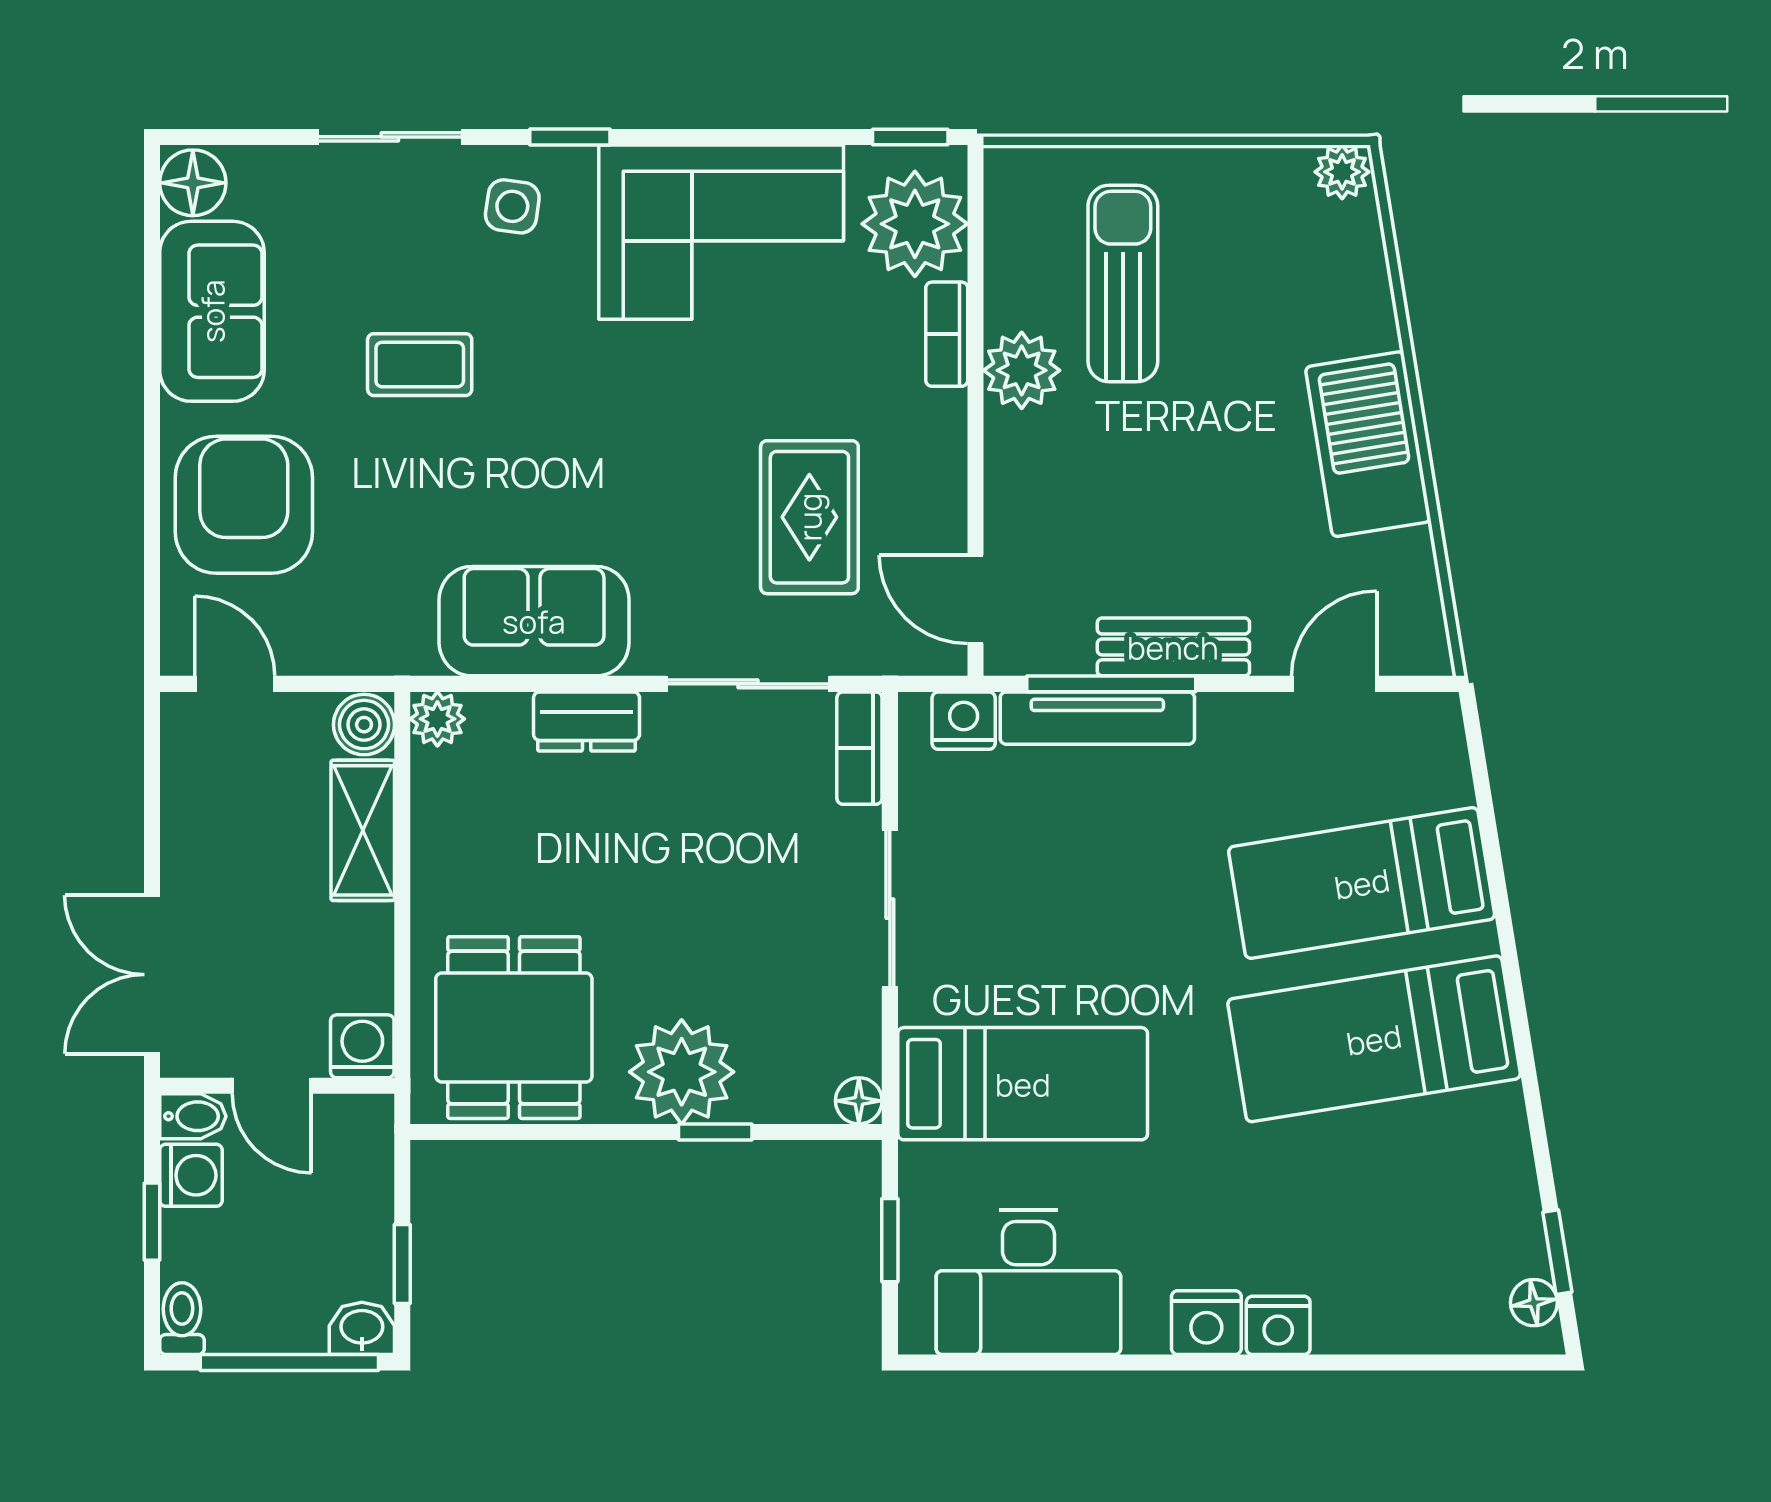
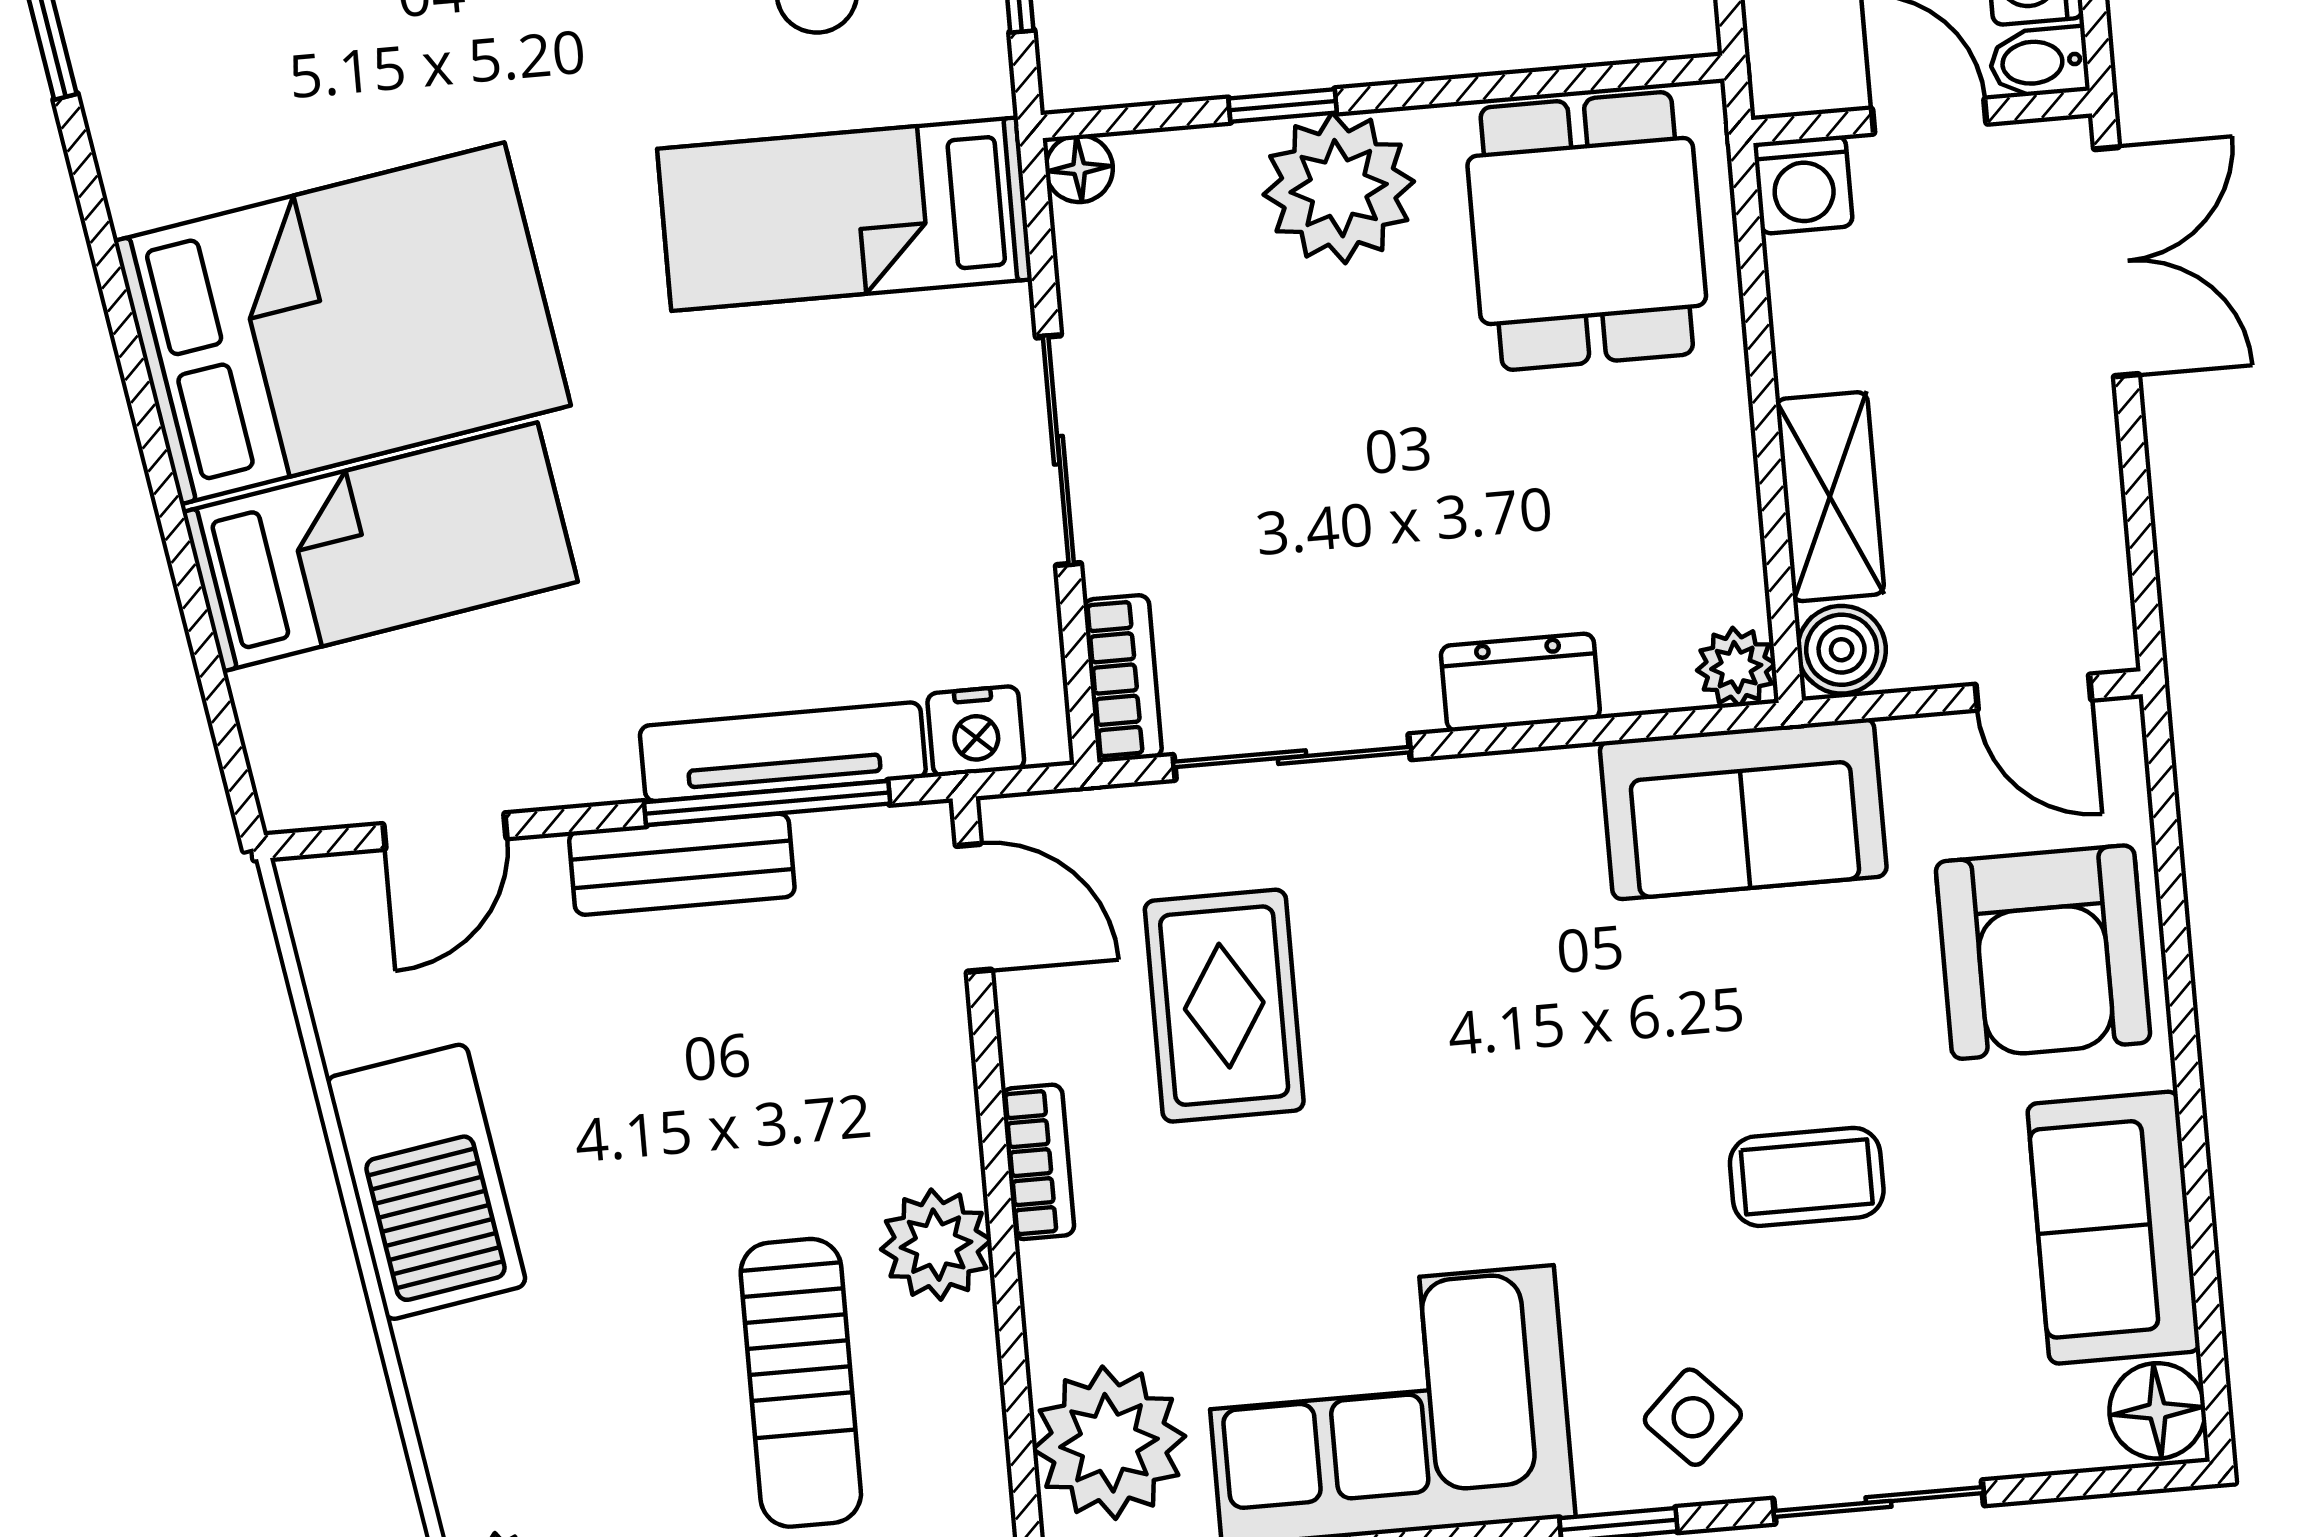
side table: (512, 206) -> (1693, 1417), turned 38
bookcase: (947, 334) -> (1038, 1162), moved
sofa: (534, 621) -> (1743, 809), moved
bed: (1374, 1039) -> (342, 323), width x1.50

